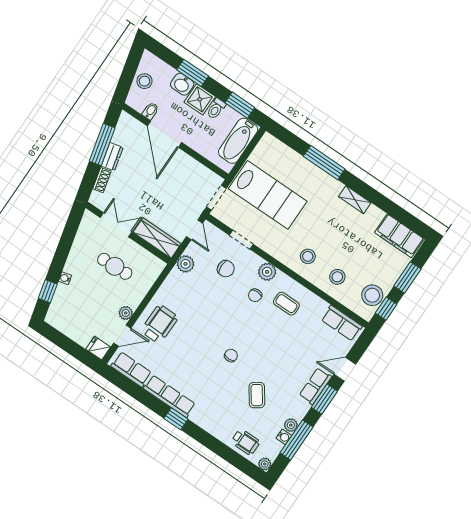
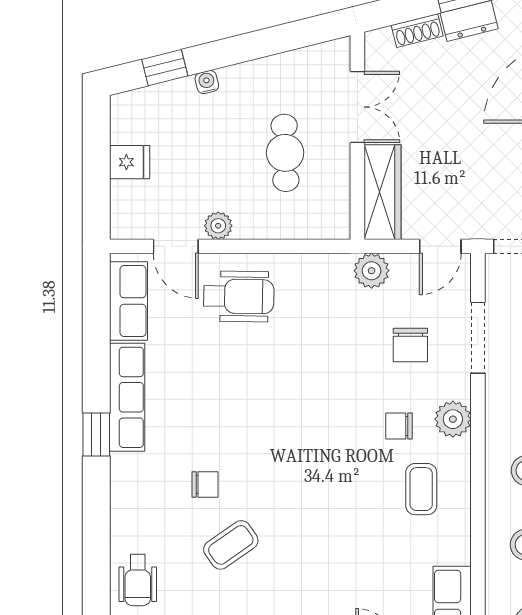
doorway: (241, 240) -> (478, 338), width x1.38
fridge: (98, 348) -> (130, 162), moved, turned 90
chair: (231, 355) -> (205, 485), moved

